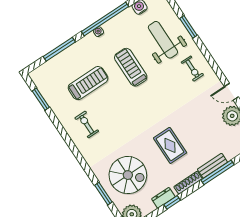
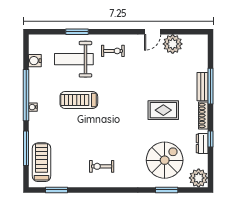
treadmill: (88, 83) -> (41, 162), moved

